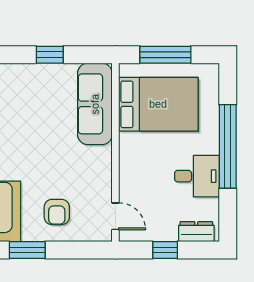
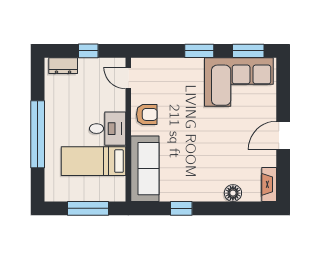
bed: (158, 104) -> (94, 161), width x0.67
desk: (197, 176) -> (108, 129), moved, turned 180
armchair: (57, 212) -> (147, 114), moved, turned 90

